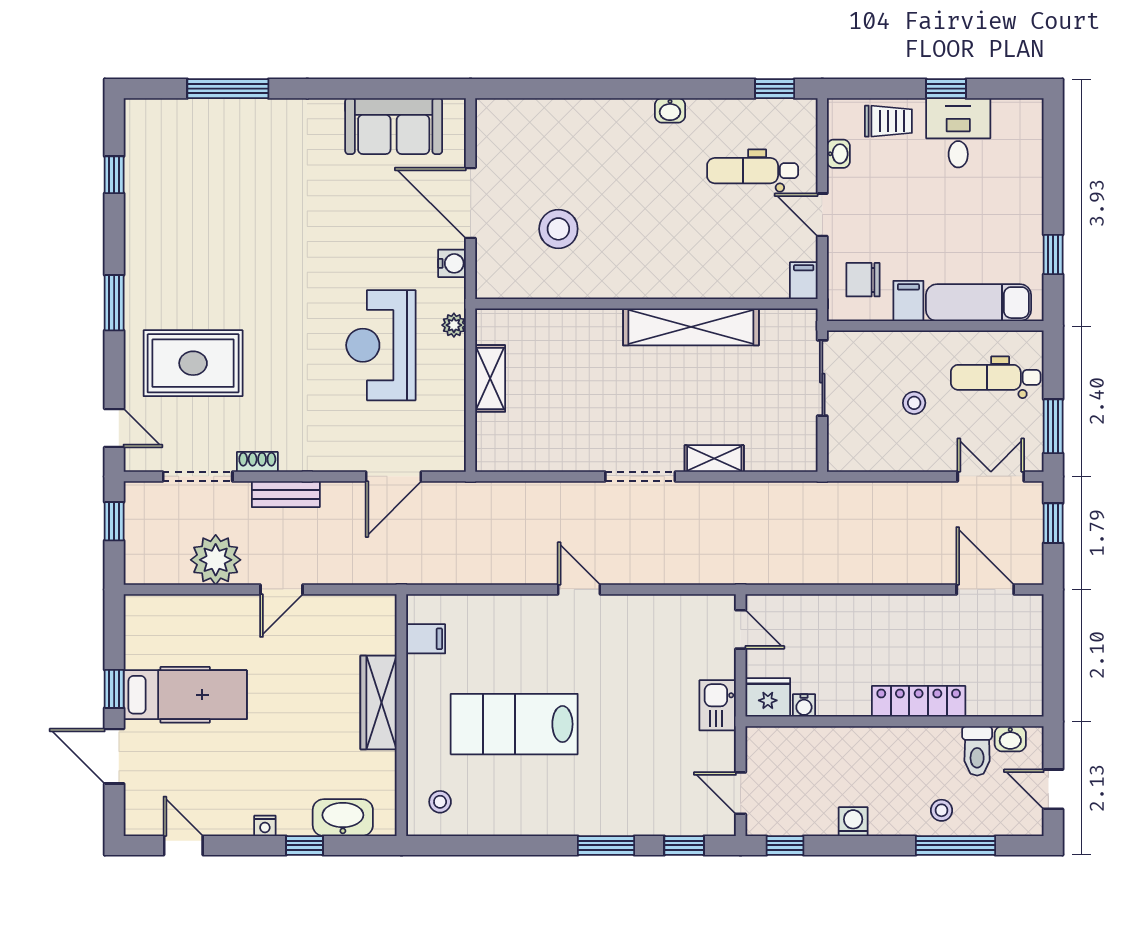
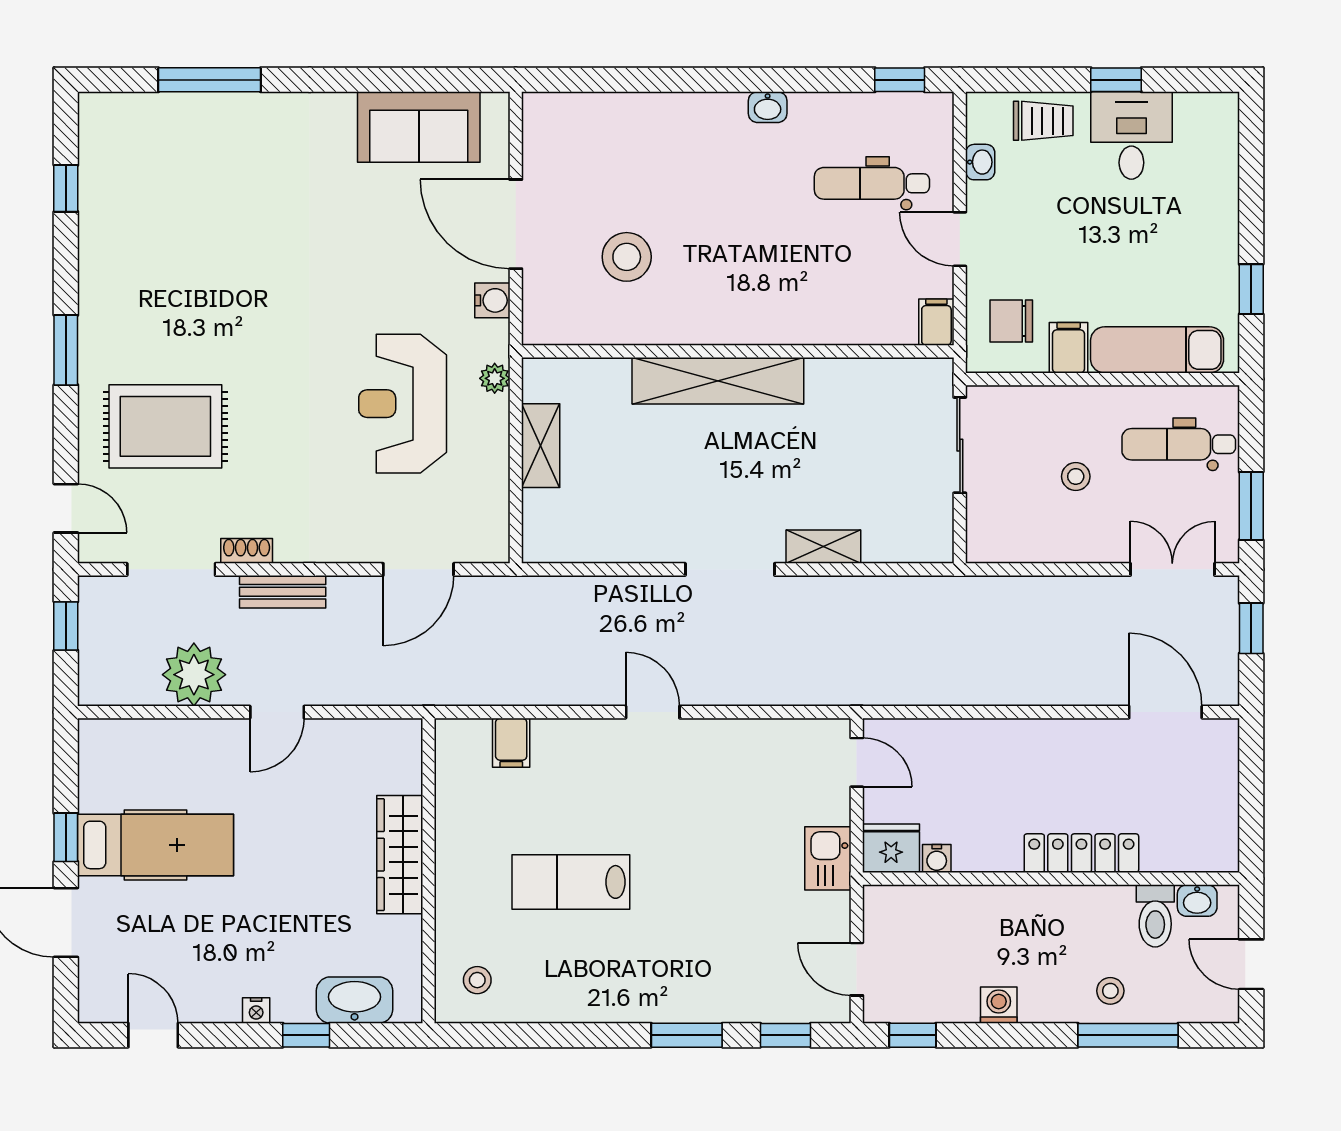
shelving: (691, 327) -> (718, 381), moved
filing cabinet: (426, 639) -> (511, 743), moved, turned 90
lab bench: (514, 724) -> (571, 882), width x0.73, depth x0.72

